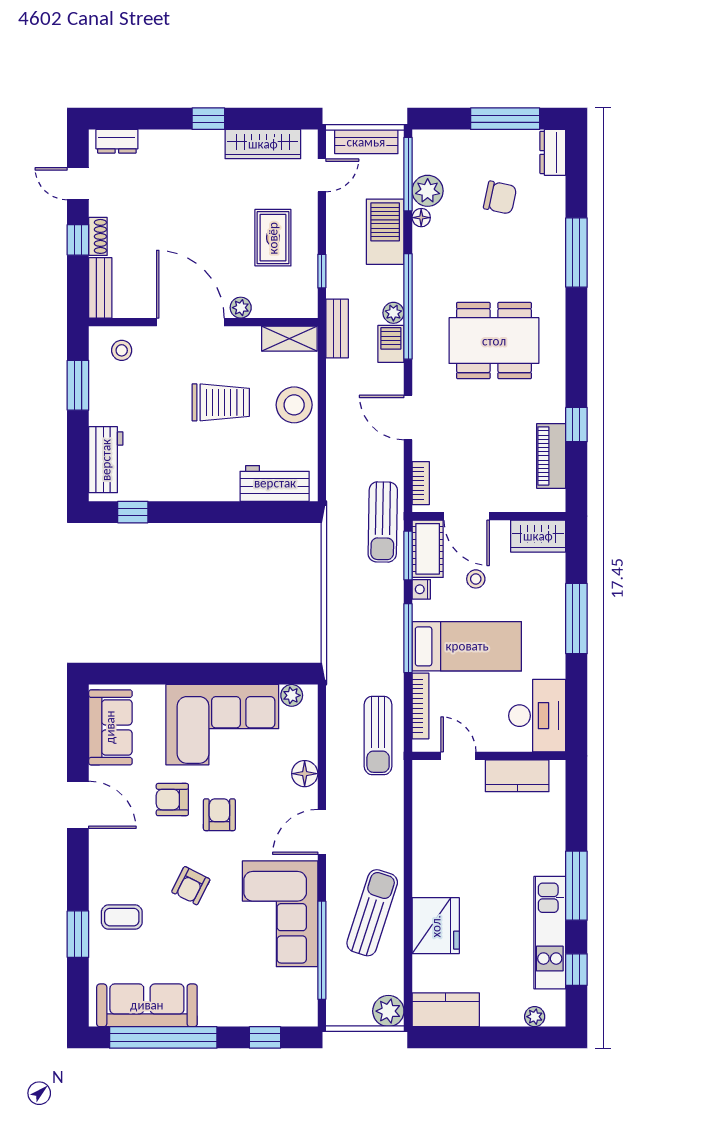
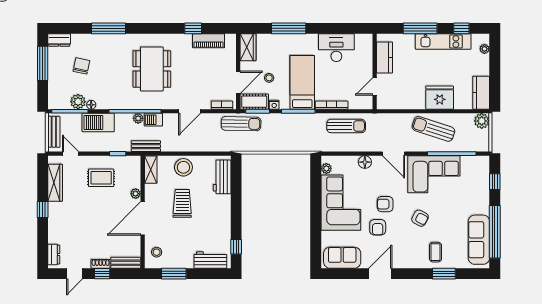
door: (458, 756) -> (375, 86), moved
wall: (489, 756) -> (375, 71), moved
kitchen counter: (517, 776) -> (385, 58), moved

